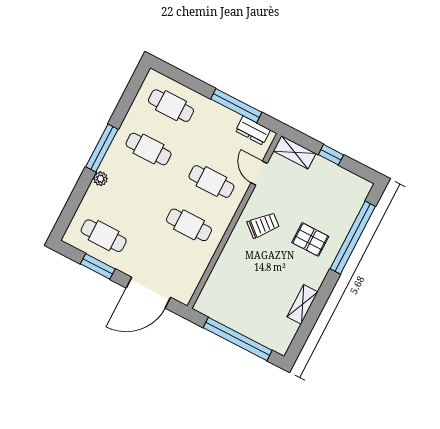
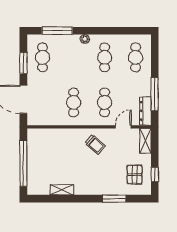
dresser: (253, 131) -> (146, 111), width x1.44
window: (102, 148) -> (57, 31), moved
window: (331, 155) -> (155, 175), moved
plant: (101, 179) -> (85, 39), moved
window: (353, 238) -> (114, 199), width x0.47
pallet: (310, 239) -> (135, 175), moved

